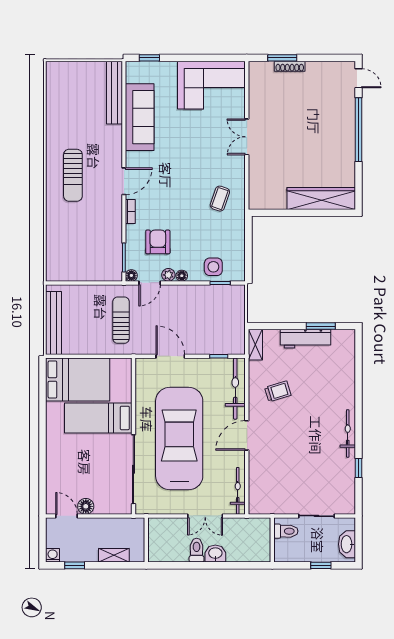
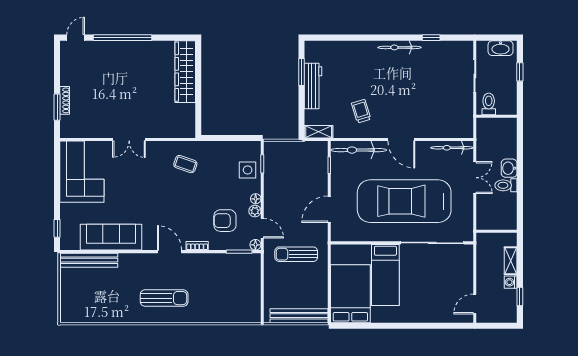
floor lamp: (86, 506) -> (466, 286), removed
washing machine: (53, 555) -> (511, 282), moved

